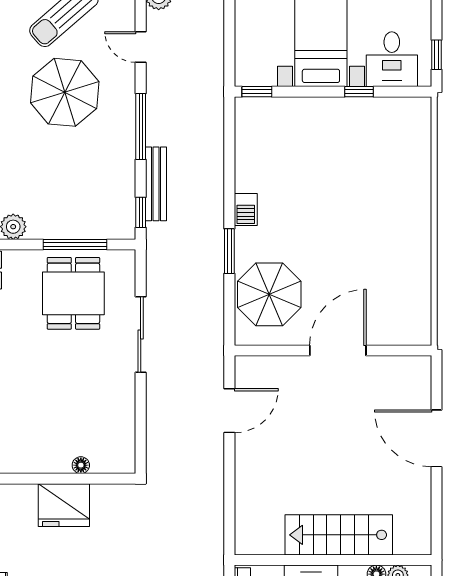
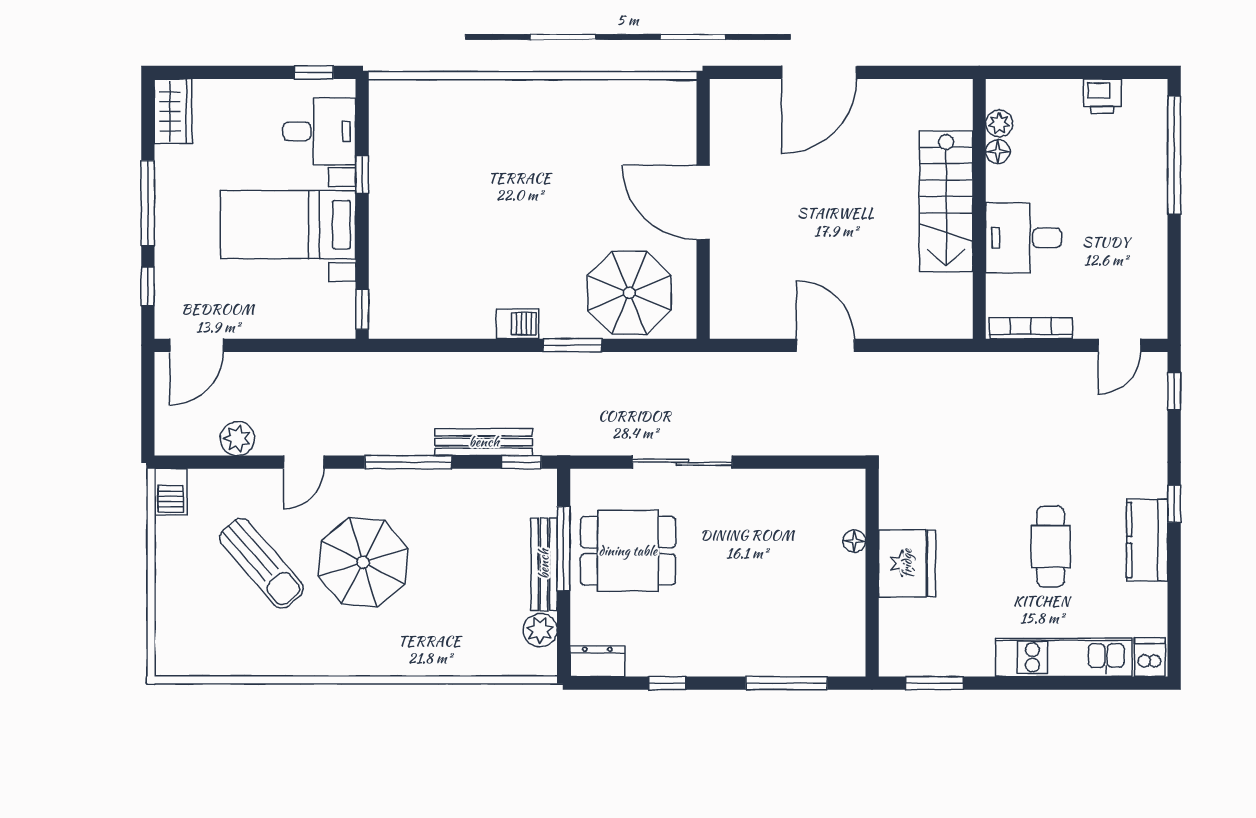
bench: (63, 230) -> (544, 564), added
door: (229, 411) -> (825, 345), moved

